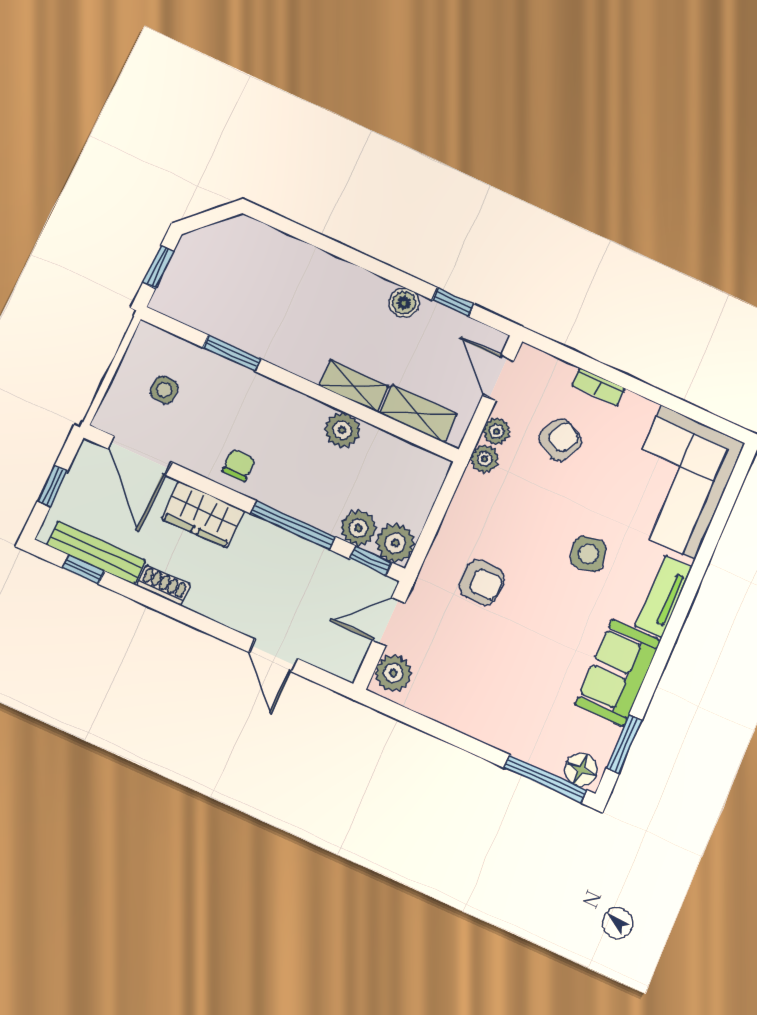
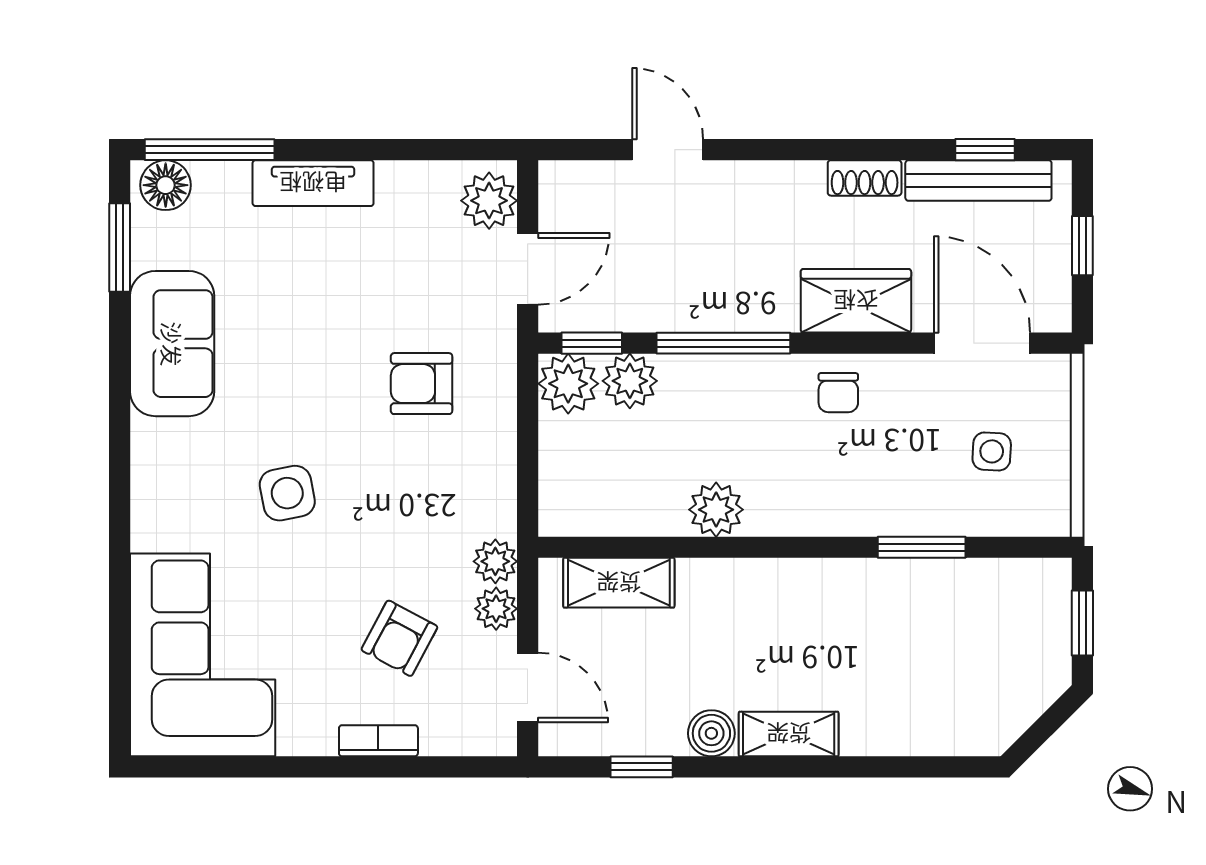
shelving: (354, 386) -> (789, 734), moved
tv unit: (664, 597) -> (313, 183), moved, turned 90

